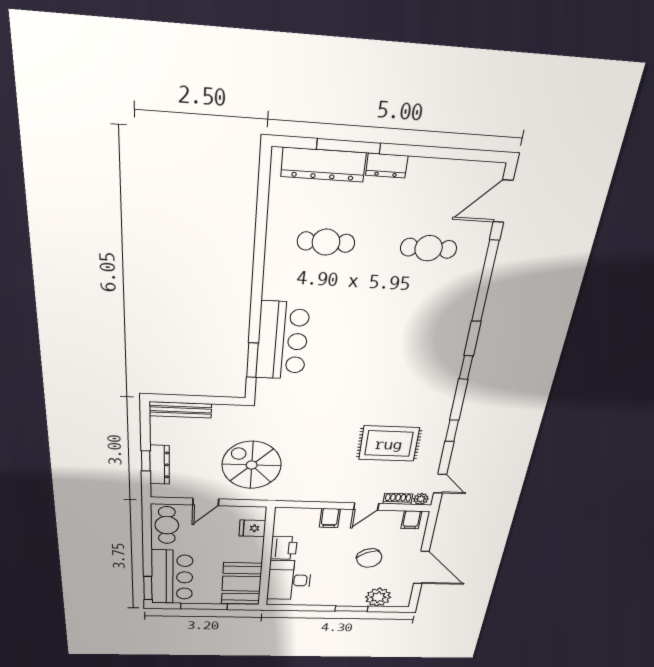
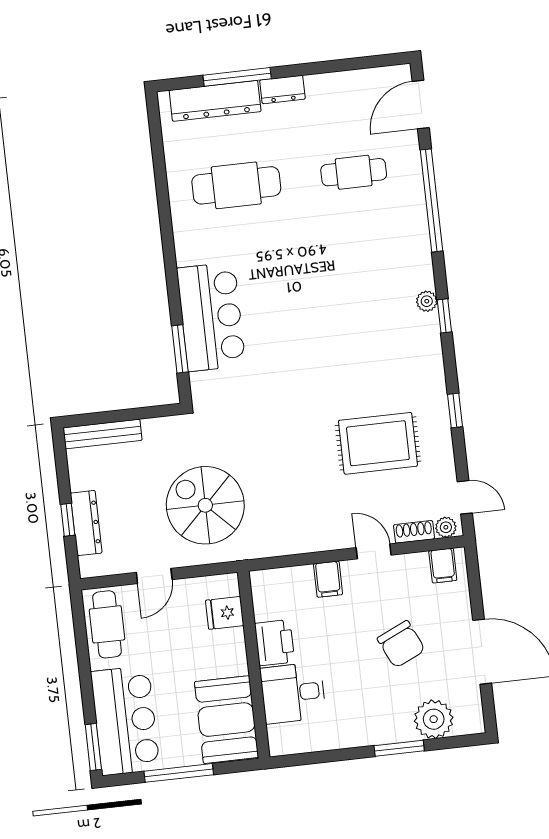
cafe table: (326, 242) -> (236, 185), width x1.37, depth x1.35
plant: (456, 355) -> (427, 301), added
door: (366, 506) -> (374, 551), swing flipped
desk: (289, 580) -> (293, 693), width x0.73

